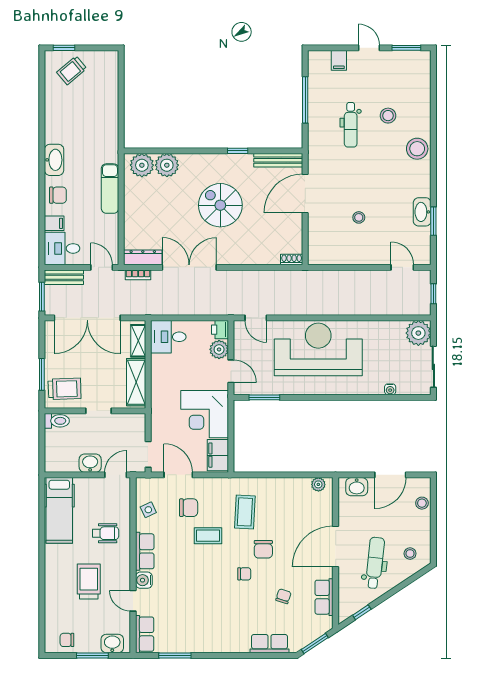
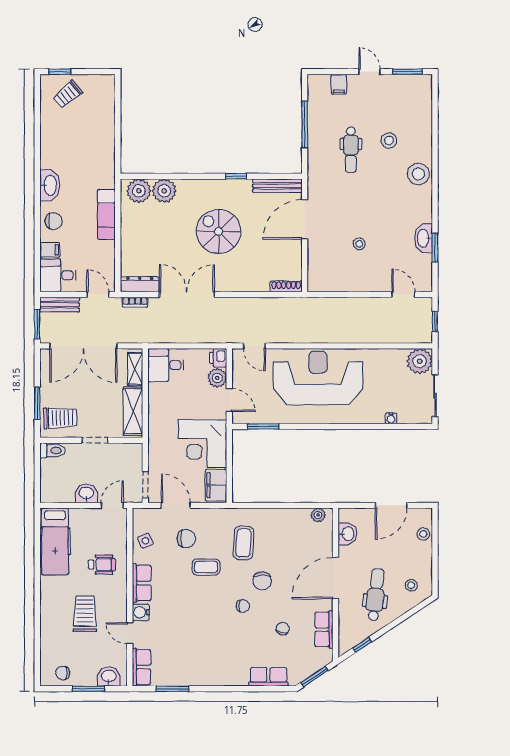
shoe rack: (292, 259) -> (286, 287), width x1.43
washbasin: (357, 487) -> (347, 534), moved, turned -90

